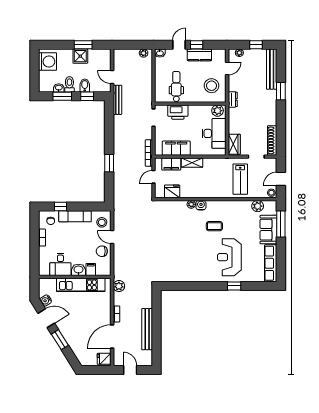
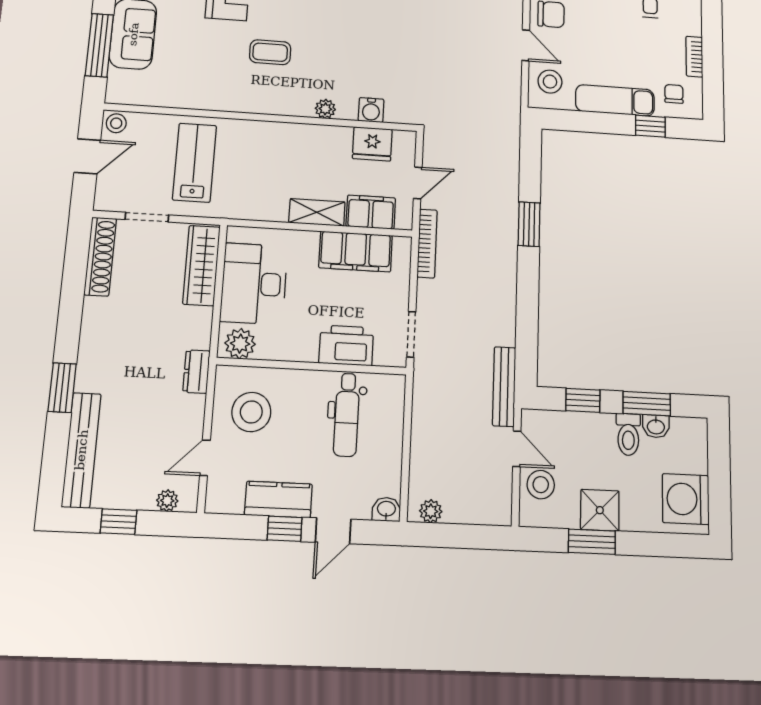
stool: (103, 64) -> (541, 485), added
bidet: (85, 85) -> (589, 429), removed
wardrobe: (234, 144) -> (201, 265), width x1.50
water cooler: (201, 205) -> (371, 110), moved
plant: (258, 206) -> (155, 93), removed

